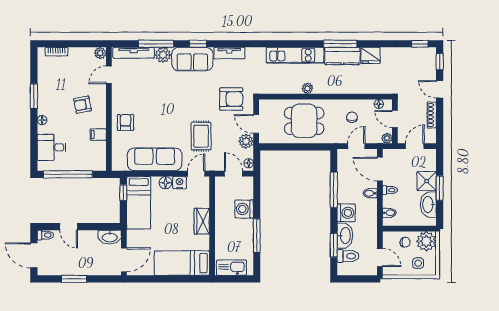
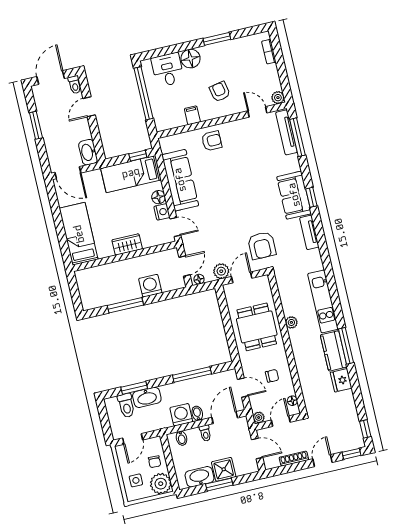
window: (156, 44) -> (297, 137), moved
plant: (163, 55) -> (291, 164), removed
floor lamp: (42, 120) -> (191, 59), width x1.89, depth x1.89
rug: (201, 136) -> (216, 223), removed
washing machine: (346, 213) -> (181, 415), moved, turned 180
kitchen sink: (232, 268) -> (86, 287), removed

